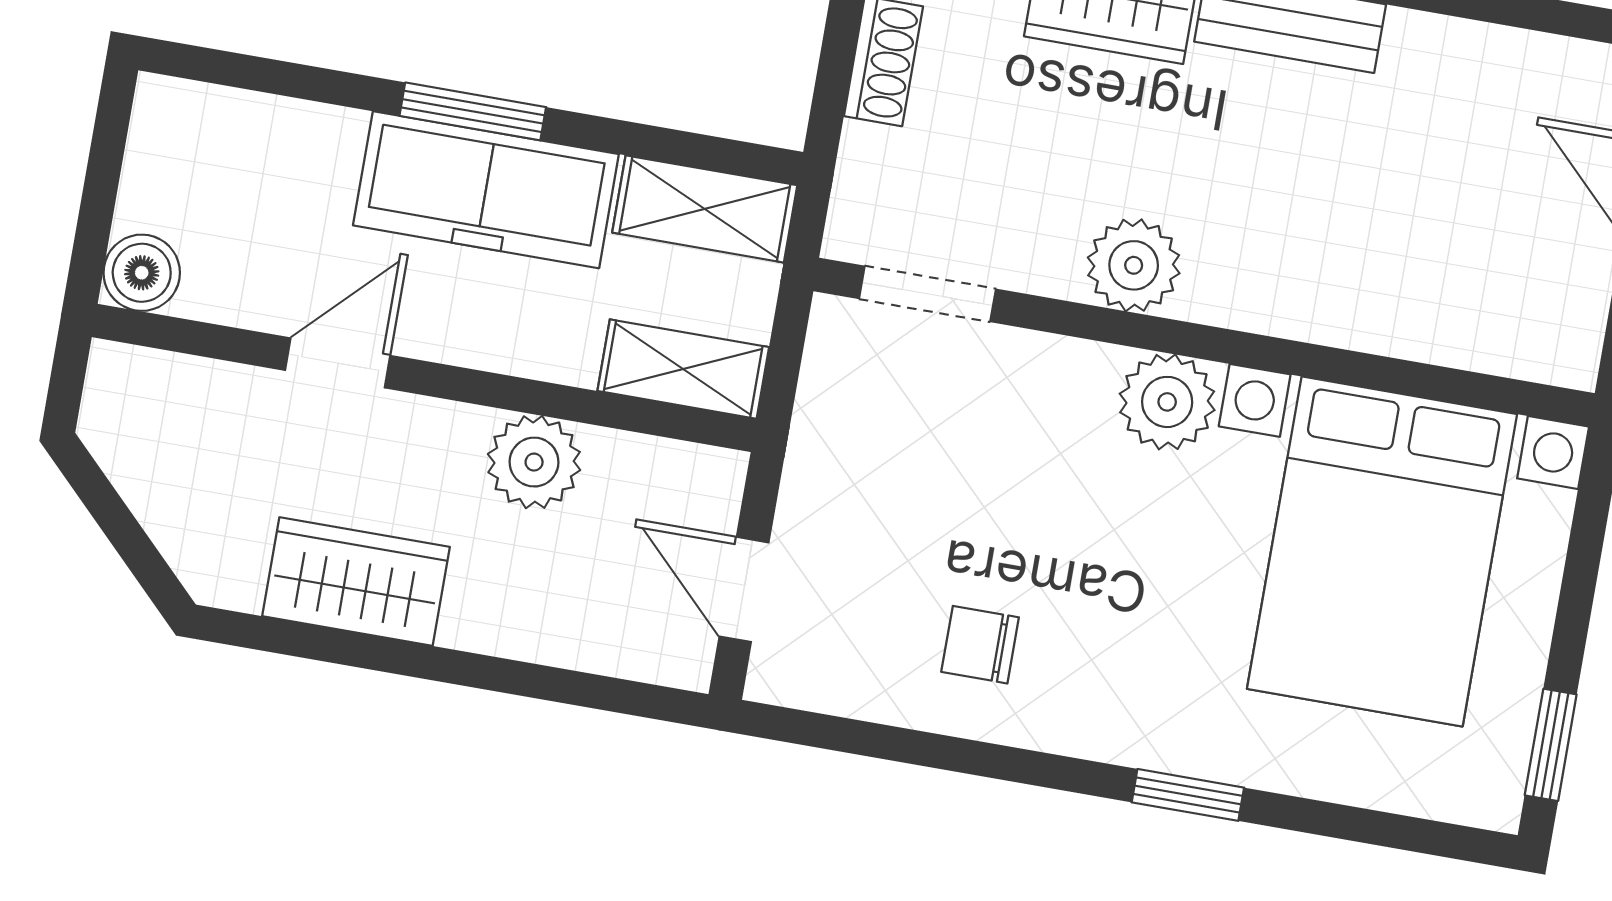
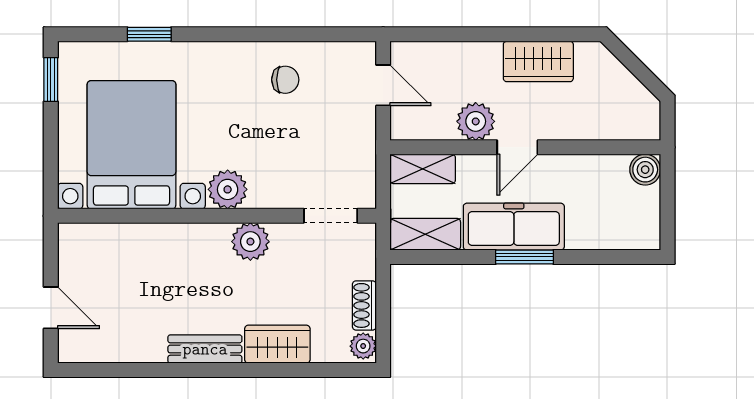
door: (338, 363) -> (517, 147), moved
window: (1188, 795) -> (149, 34), moved

